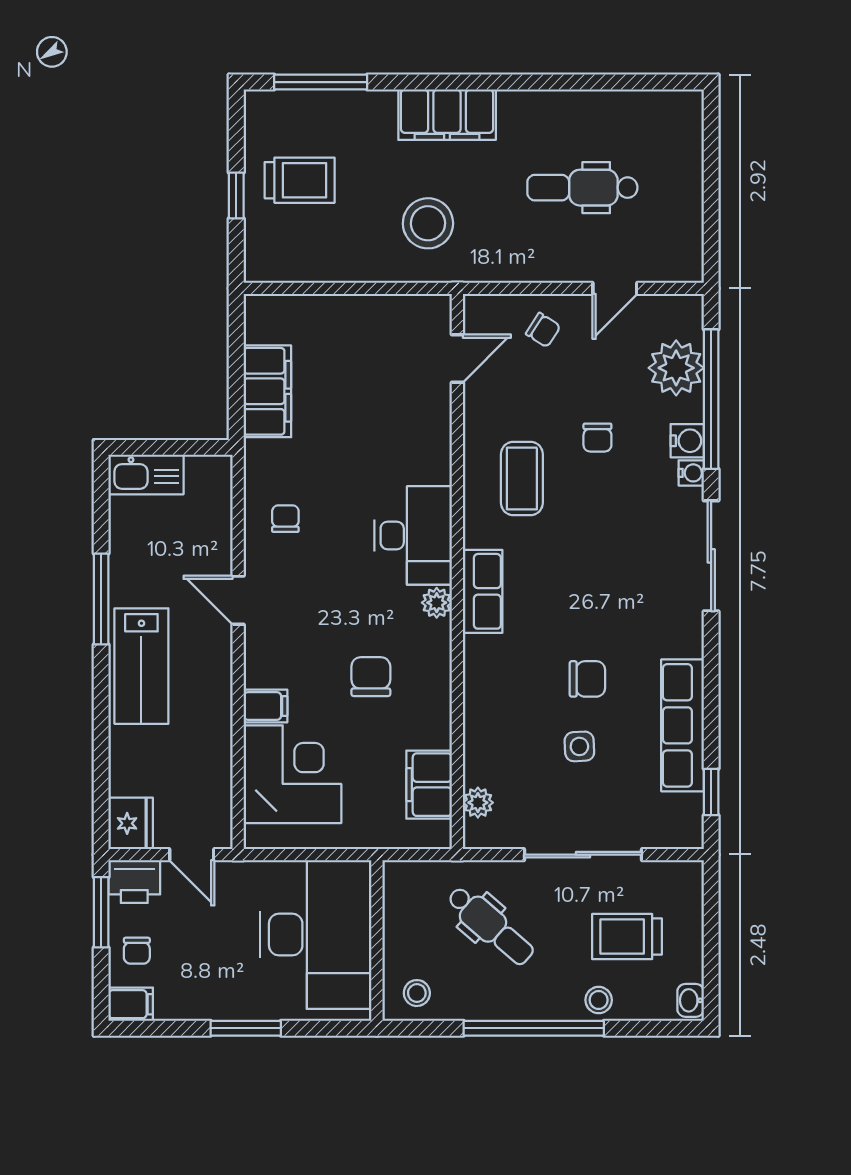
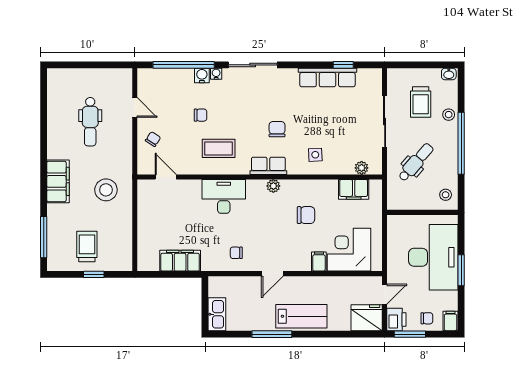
plant: (676, 368) -> (170, 80), removed
desk: (413, 535) -> (224, 196), moved
chair: (371, 677) -> (306, 215), turned 180
chair: (587, 679) -> (277, 129), moved
side table: (579, 746) -> (315, 155), moved
window: (711, 792) -> (343, 65), moved
fridge: (131, 823) -> (367, 318), width x1.36, depth x1.34
desk: (316, 935) -> (433, 257), moved, turned 90

